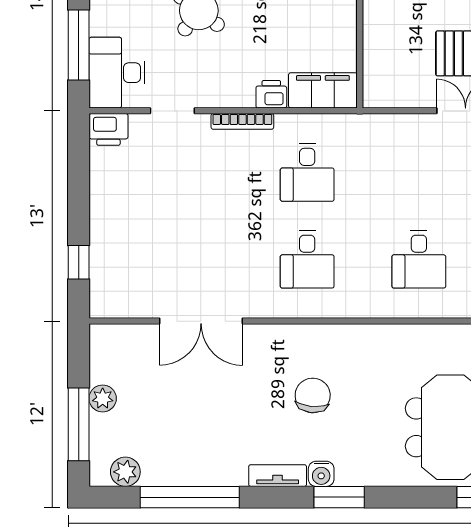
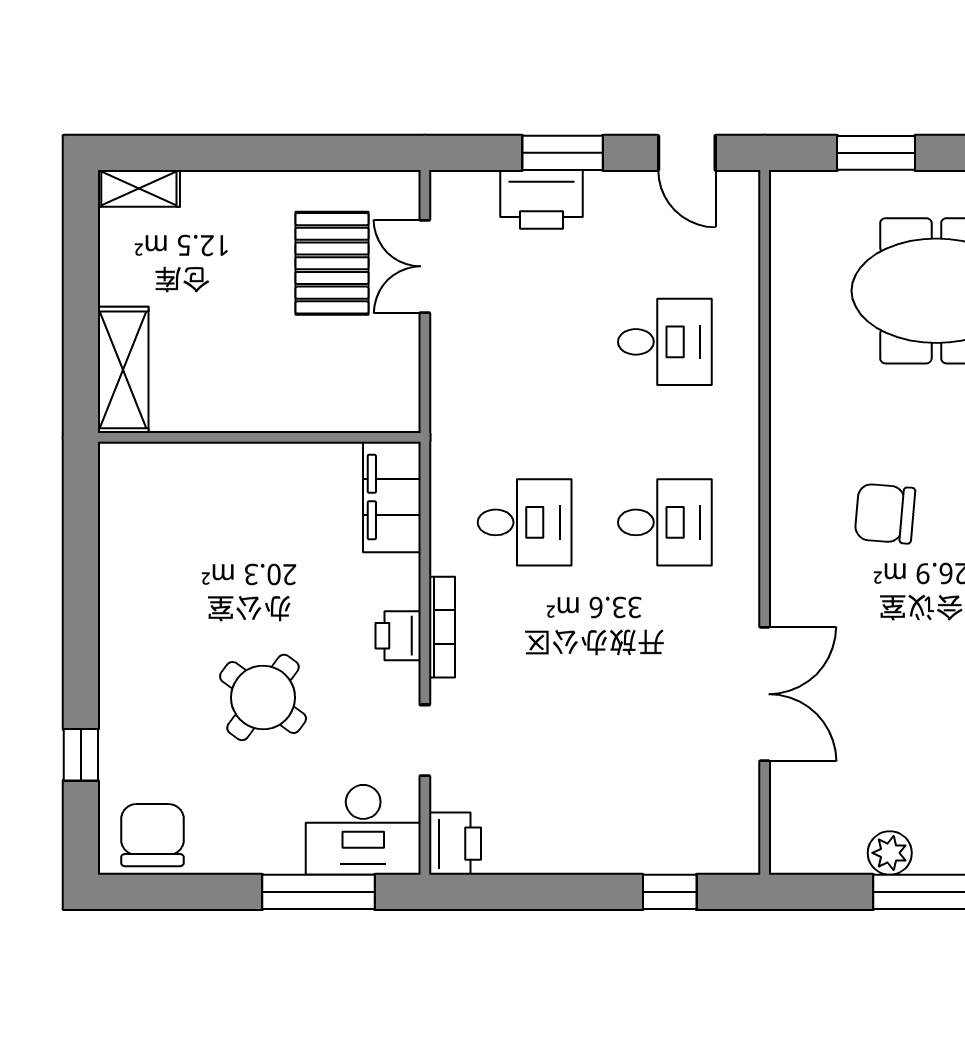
printer: (271, 94) -> (398, 636), moved

